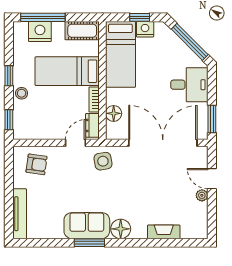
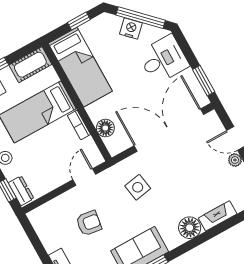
nightstand: (145, 29) -> (131, 29), moved, turned 45
dresser: (92, 125) -> (21, 191), moved, turned 180
side table: (103, 161) -> (138, 187), moved
armchair: (37, 164) -> (89, 223), moved
floor lamp: (121, 229) -> (190, 228), moved

